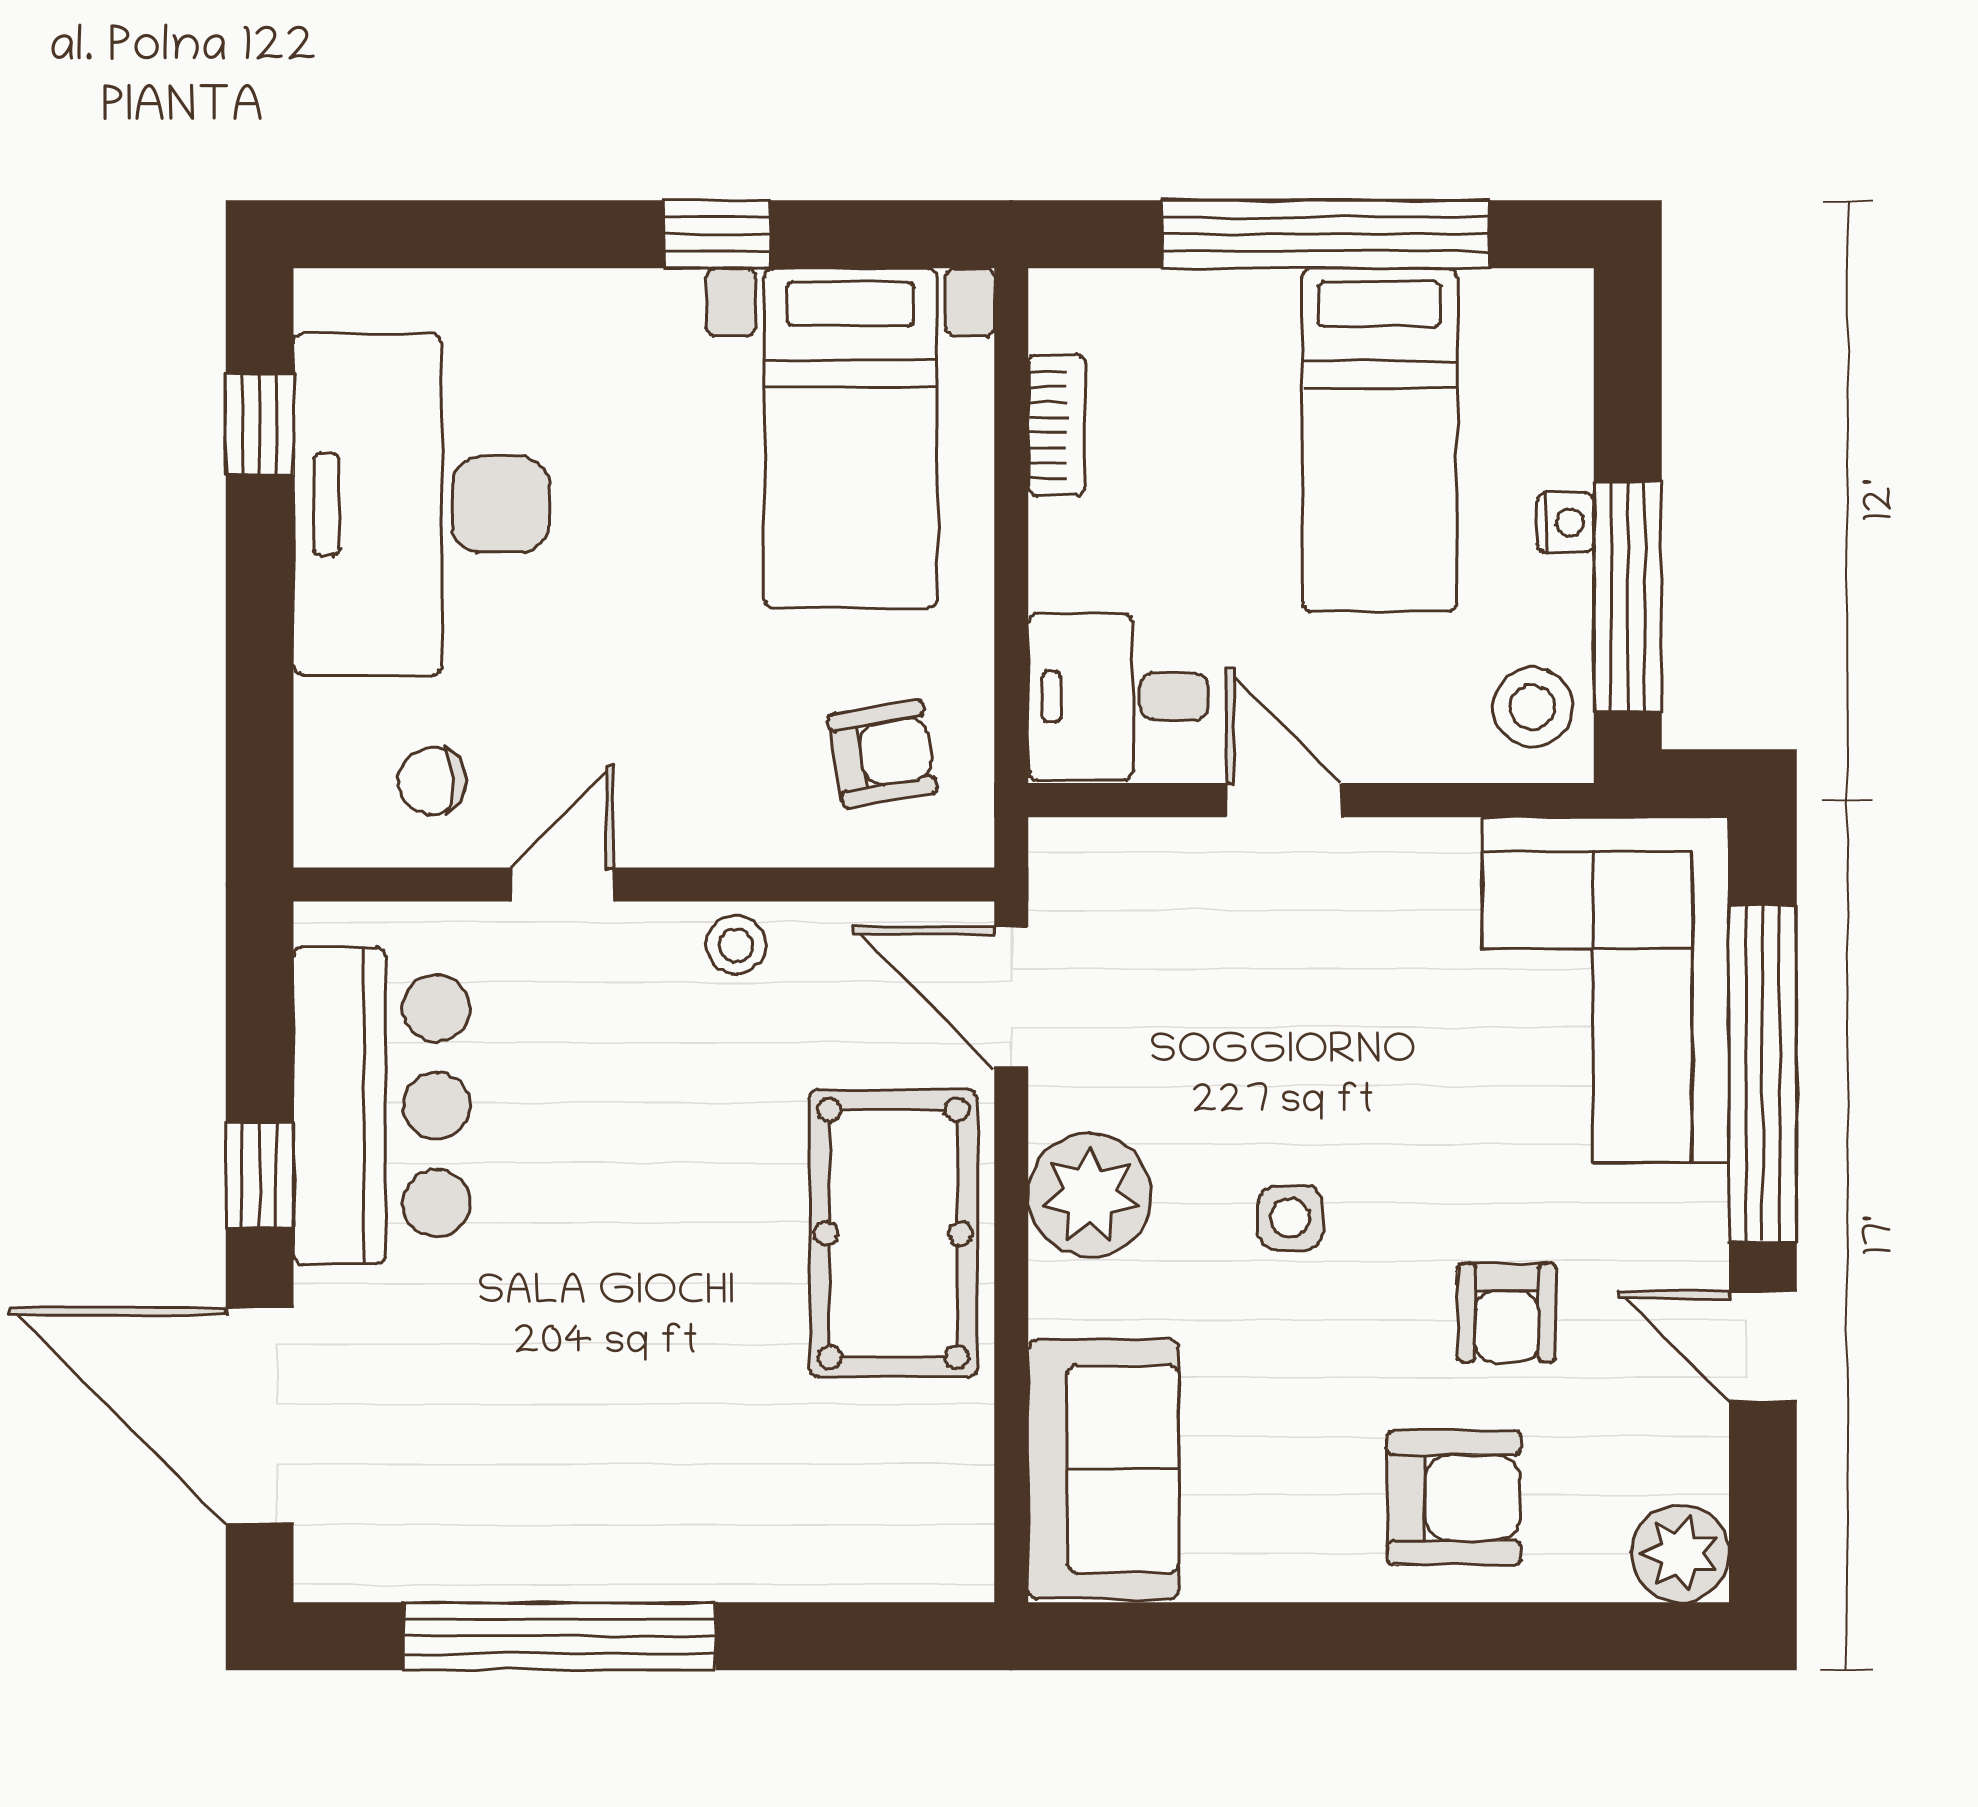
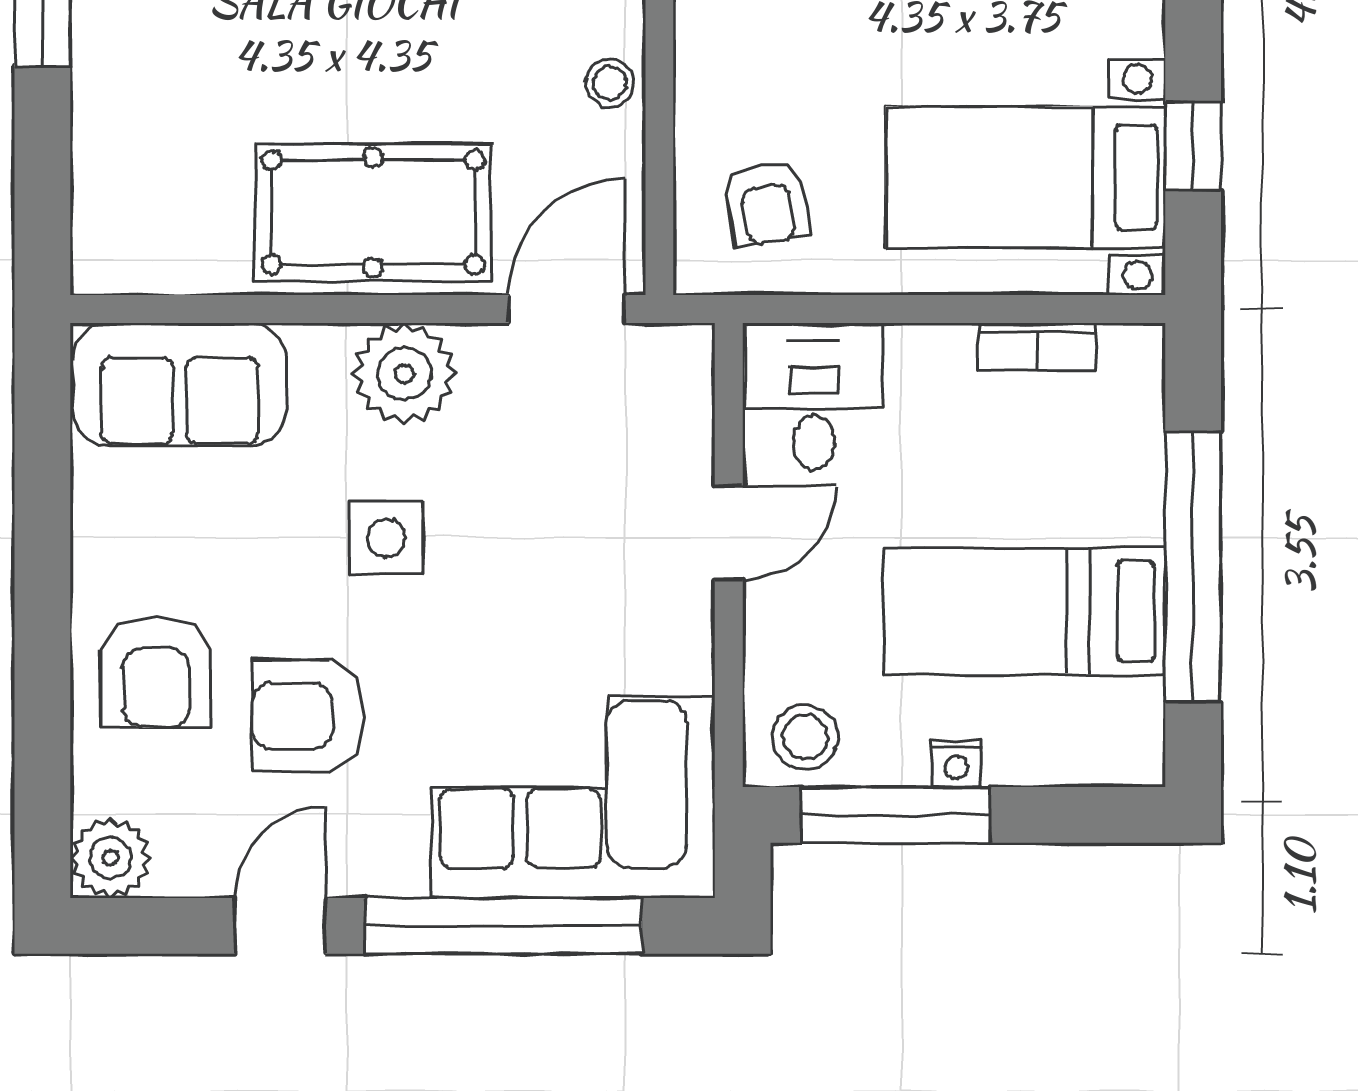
window: (717, 234) -> (1193, 146), moved
side table: (1290, 1218) -> (386, 538), width x1.37, depth x1.37
armchair: (1507, 1313) -> (308, 716), width x1.38, depth x1.38

